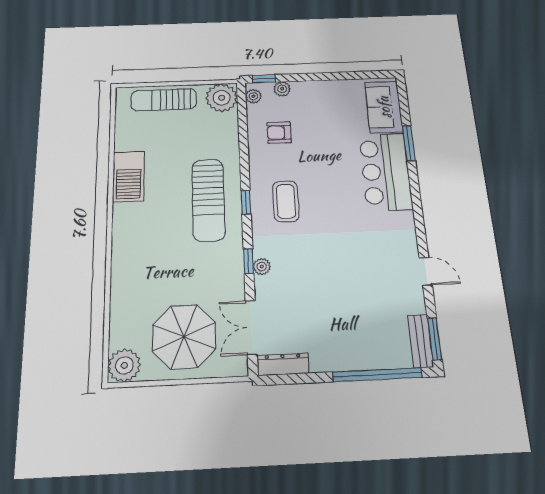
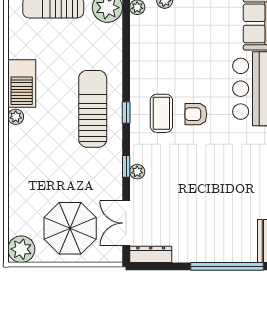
armchair: (279, 133) -> (196, 114), moved
sun lounger: (208, 200) -> (93, 109), turned 180
plant: (121, 212) -> (16, 117), added

